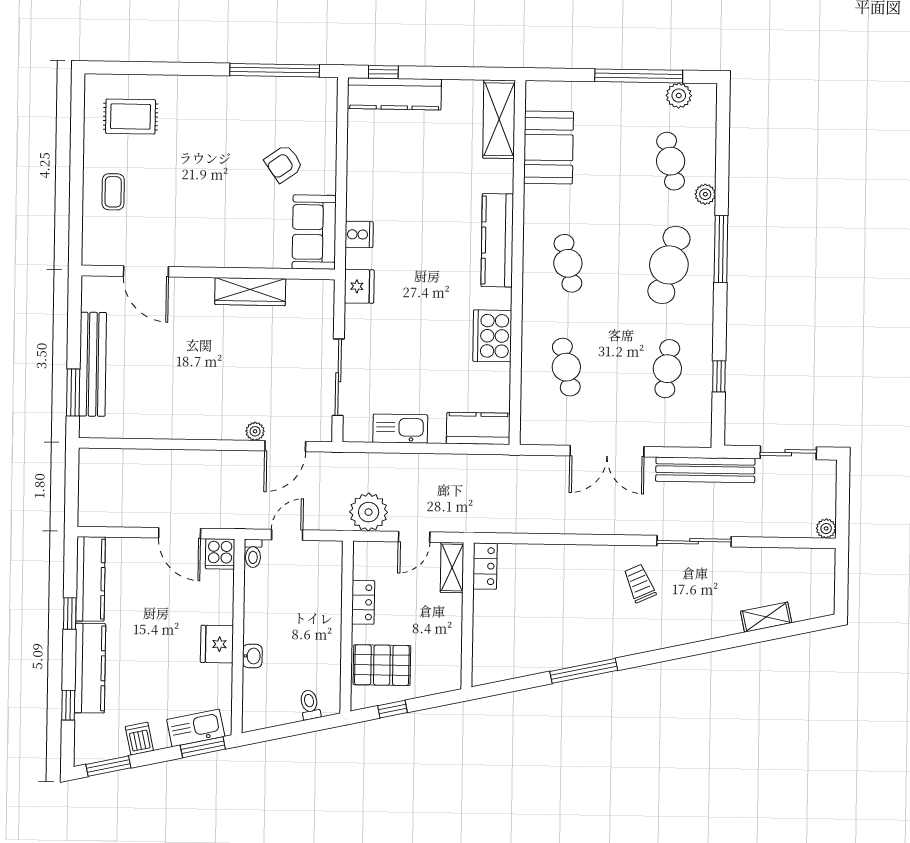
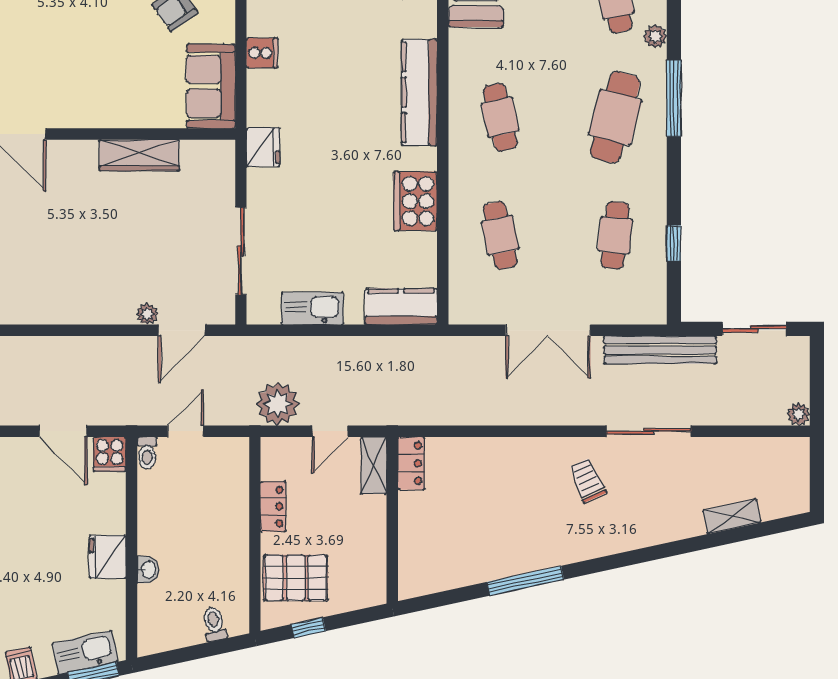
cooker: (359, 234) -> (262, 53), moved

